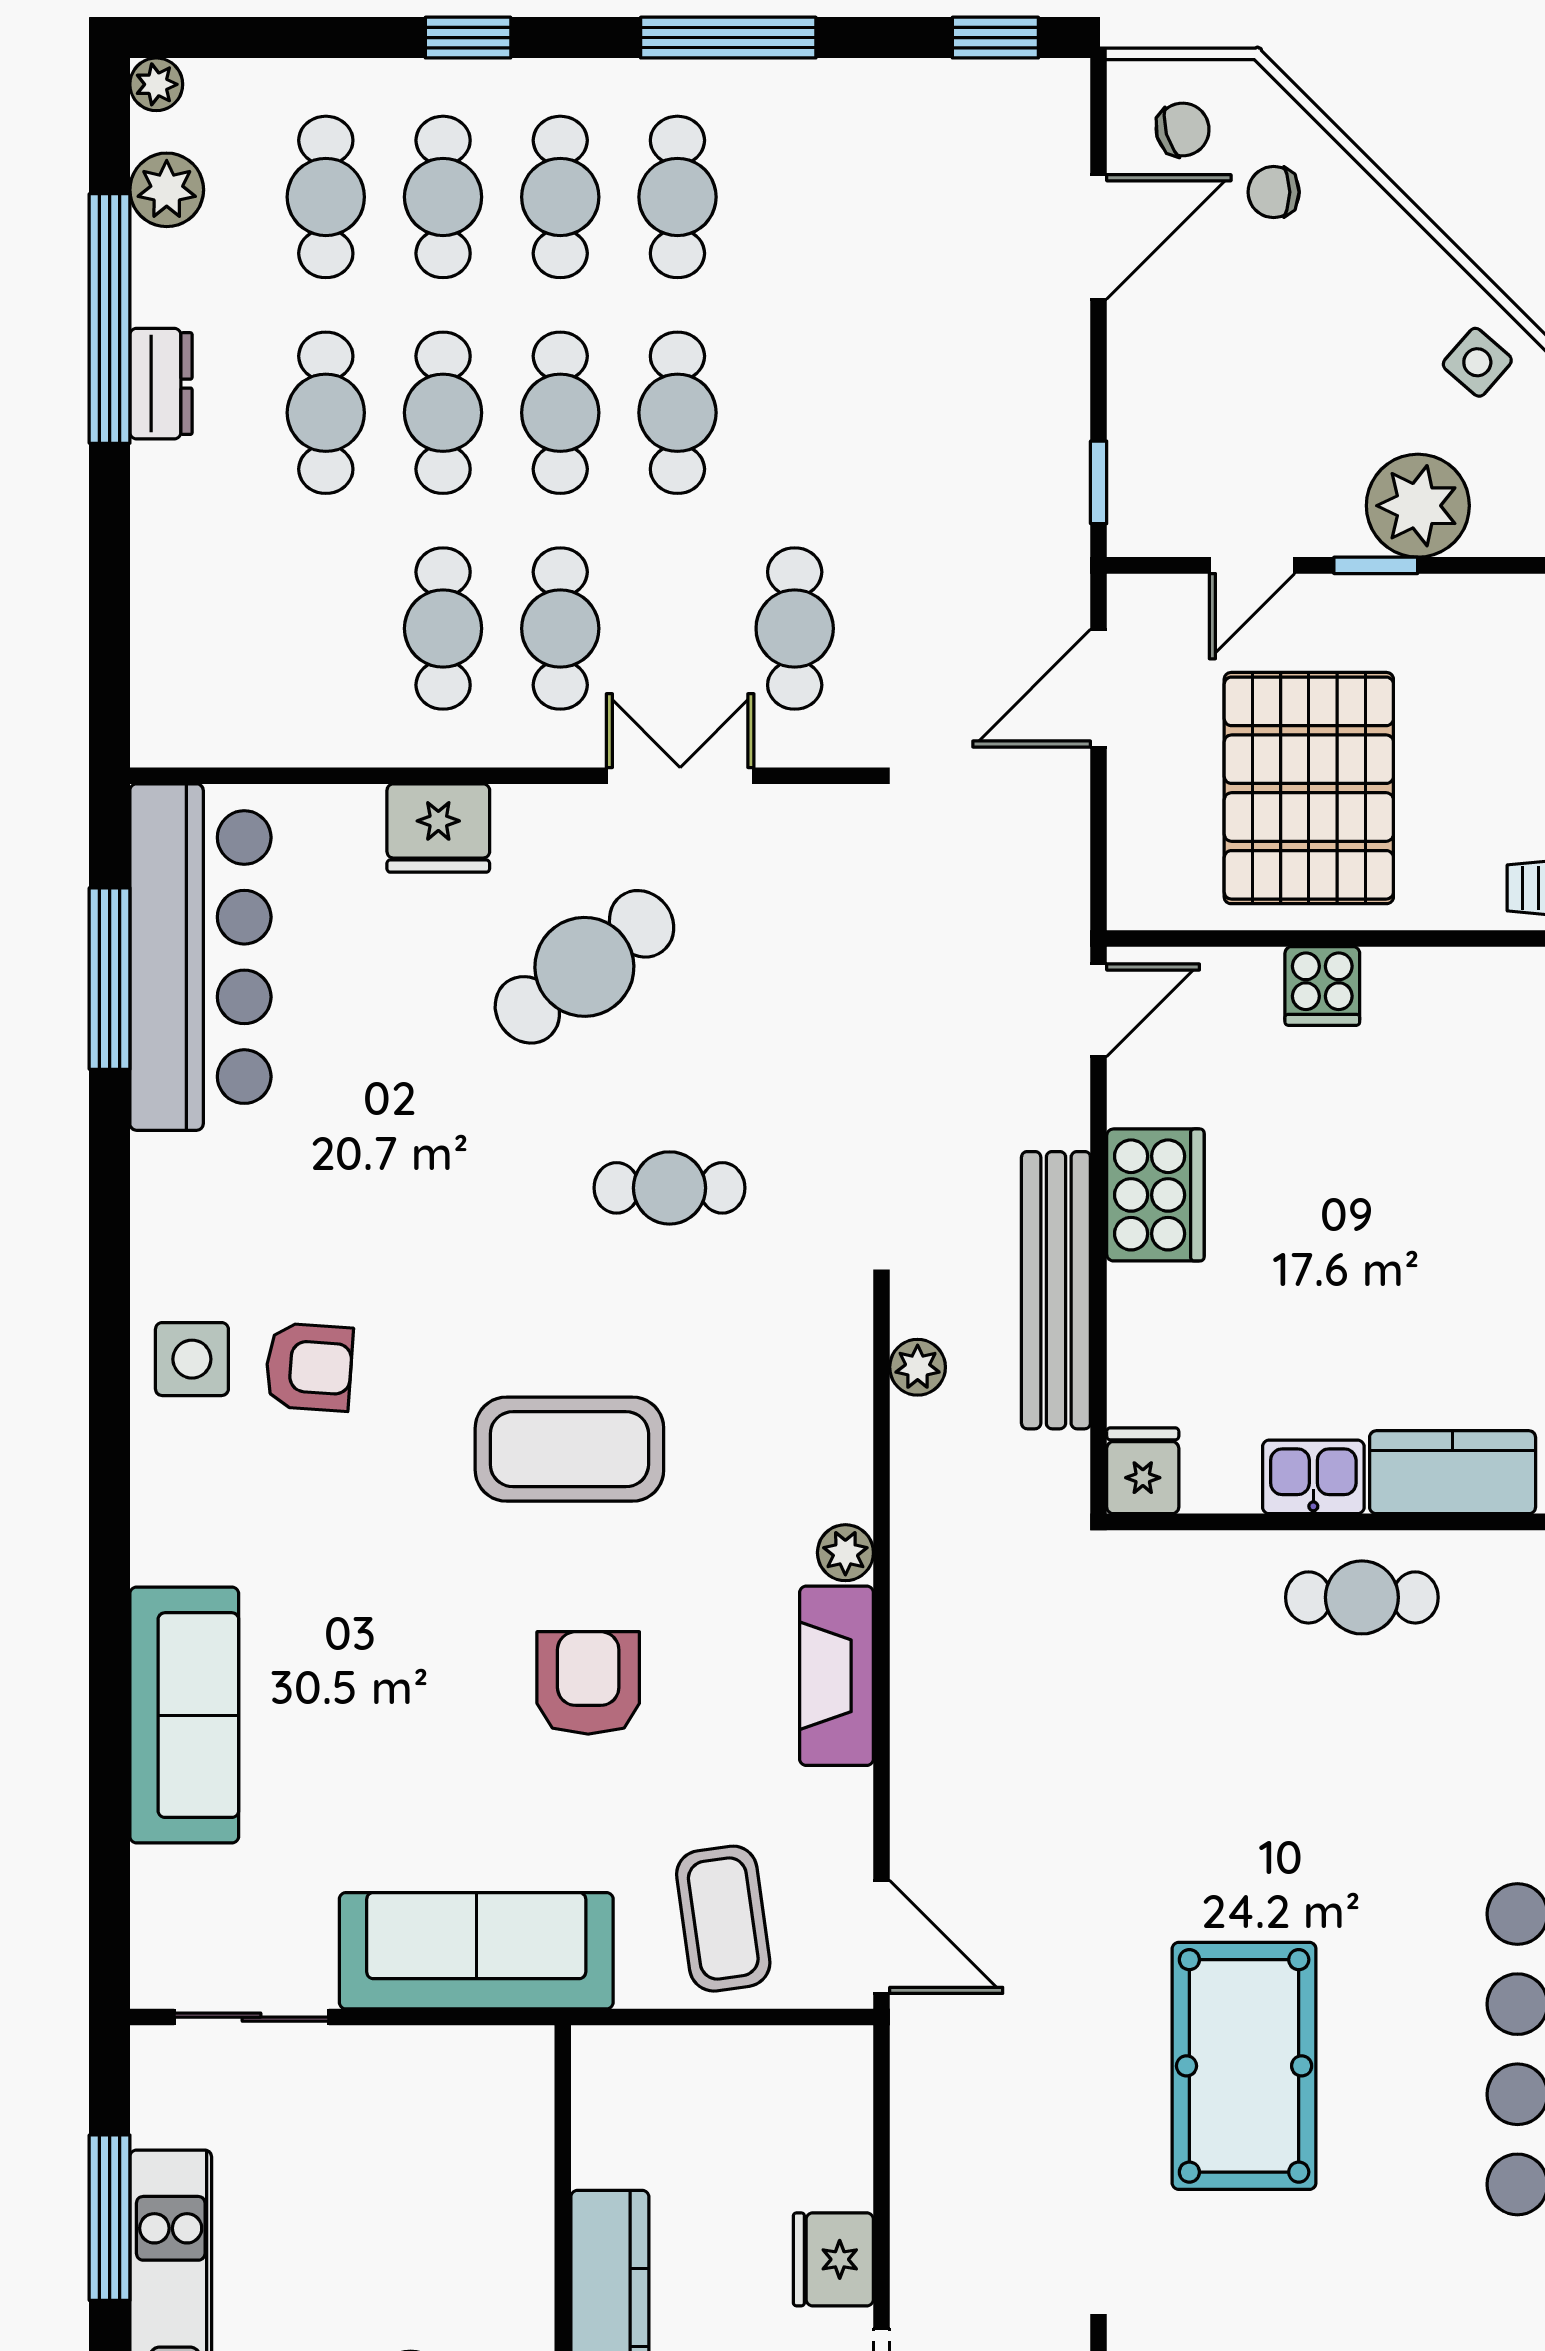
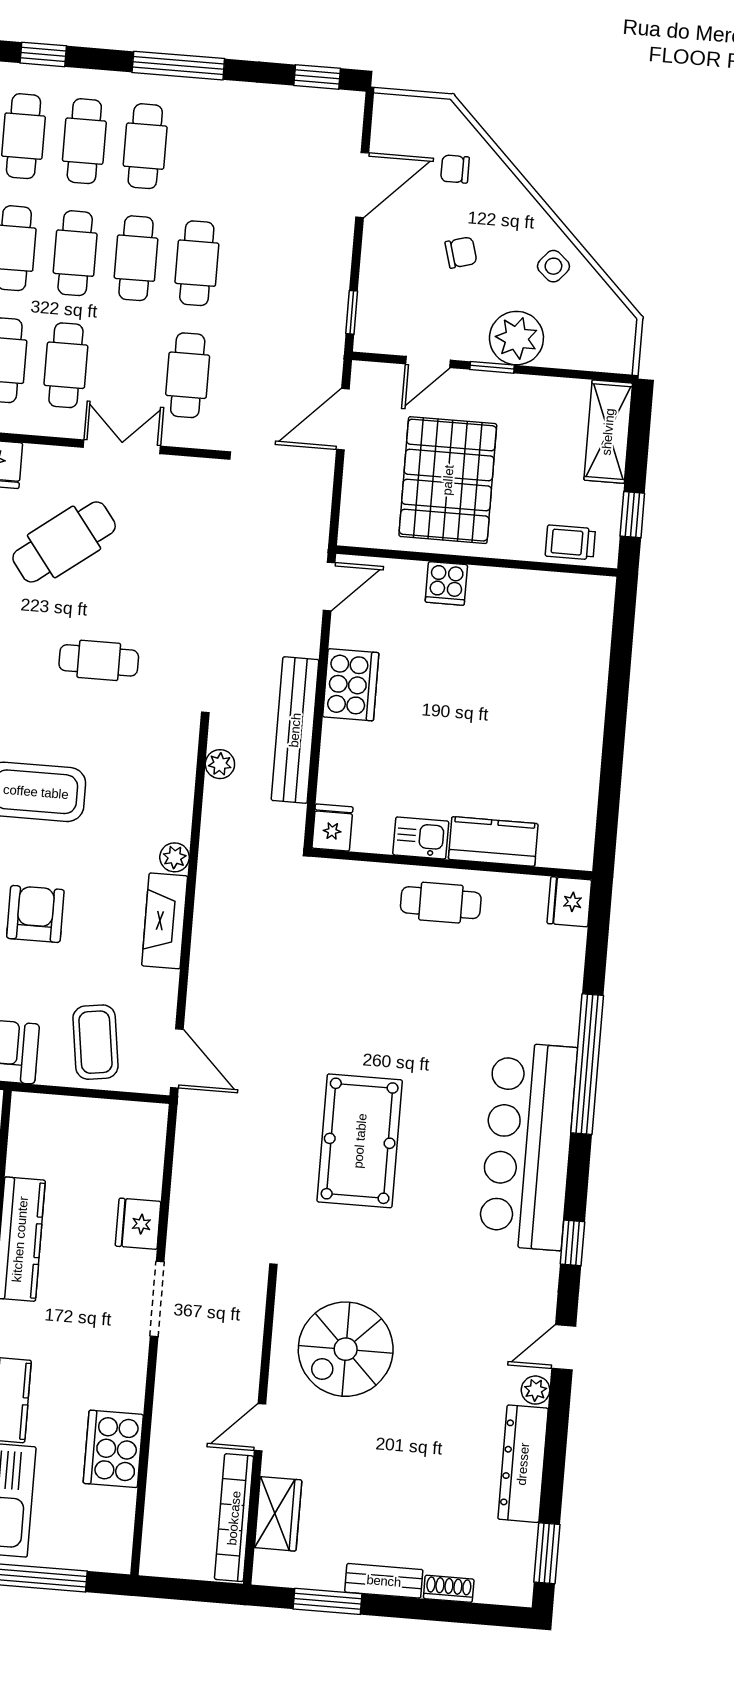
chair: (1183, 129) -> (461, 253), moved
cafe table: (795, 413) -> (197, 263), added

